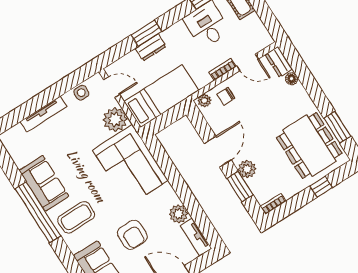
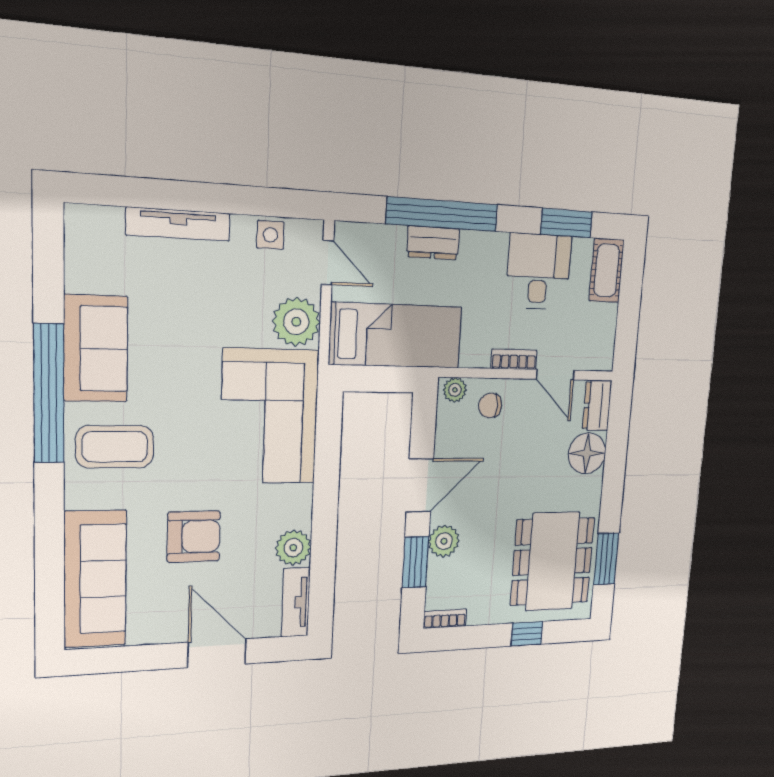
window: (146, 33) -> (442, 214), width x2.11
floor lamp: (292, 79) -> (587, 453), width x1.89, depth x1.89
armchair: (132, 235) -> (194, 537), turned -90

